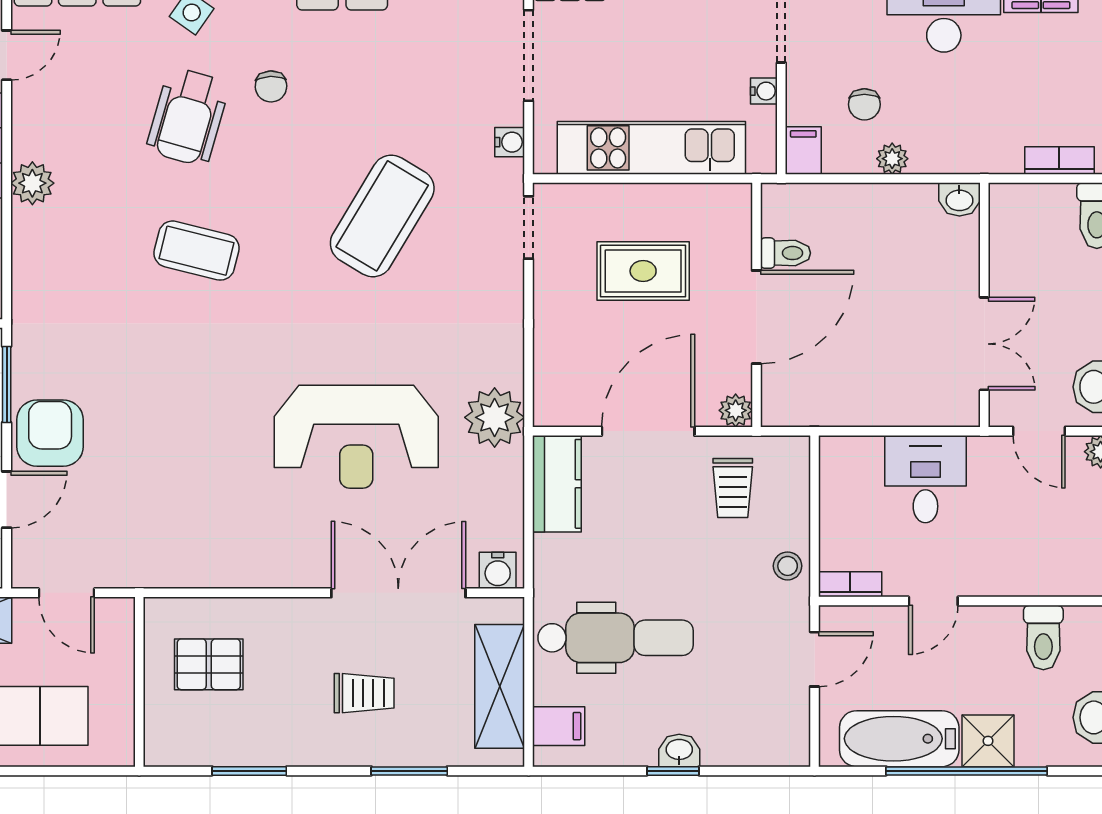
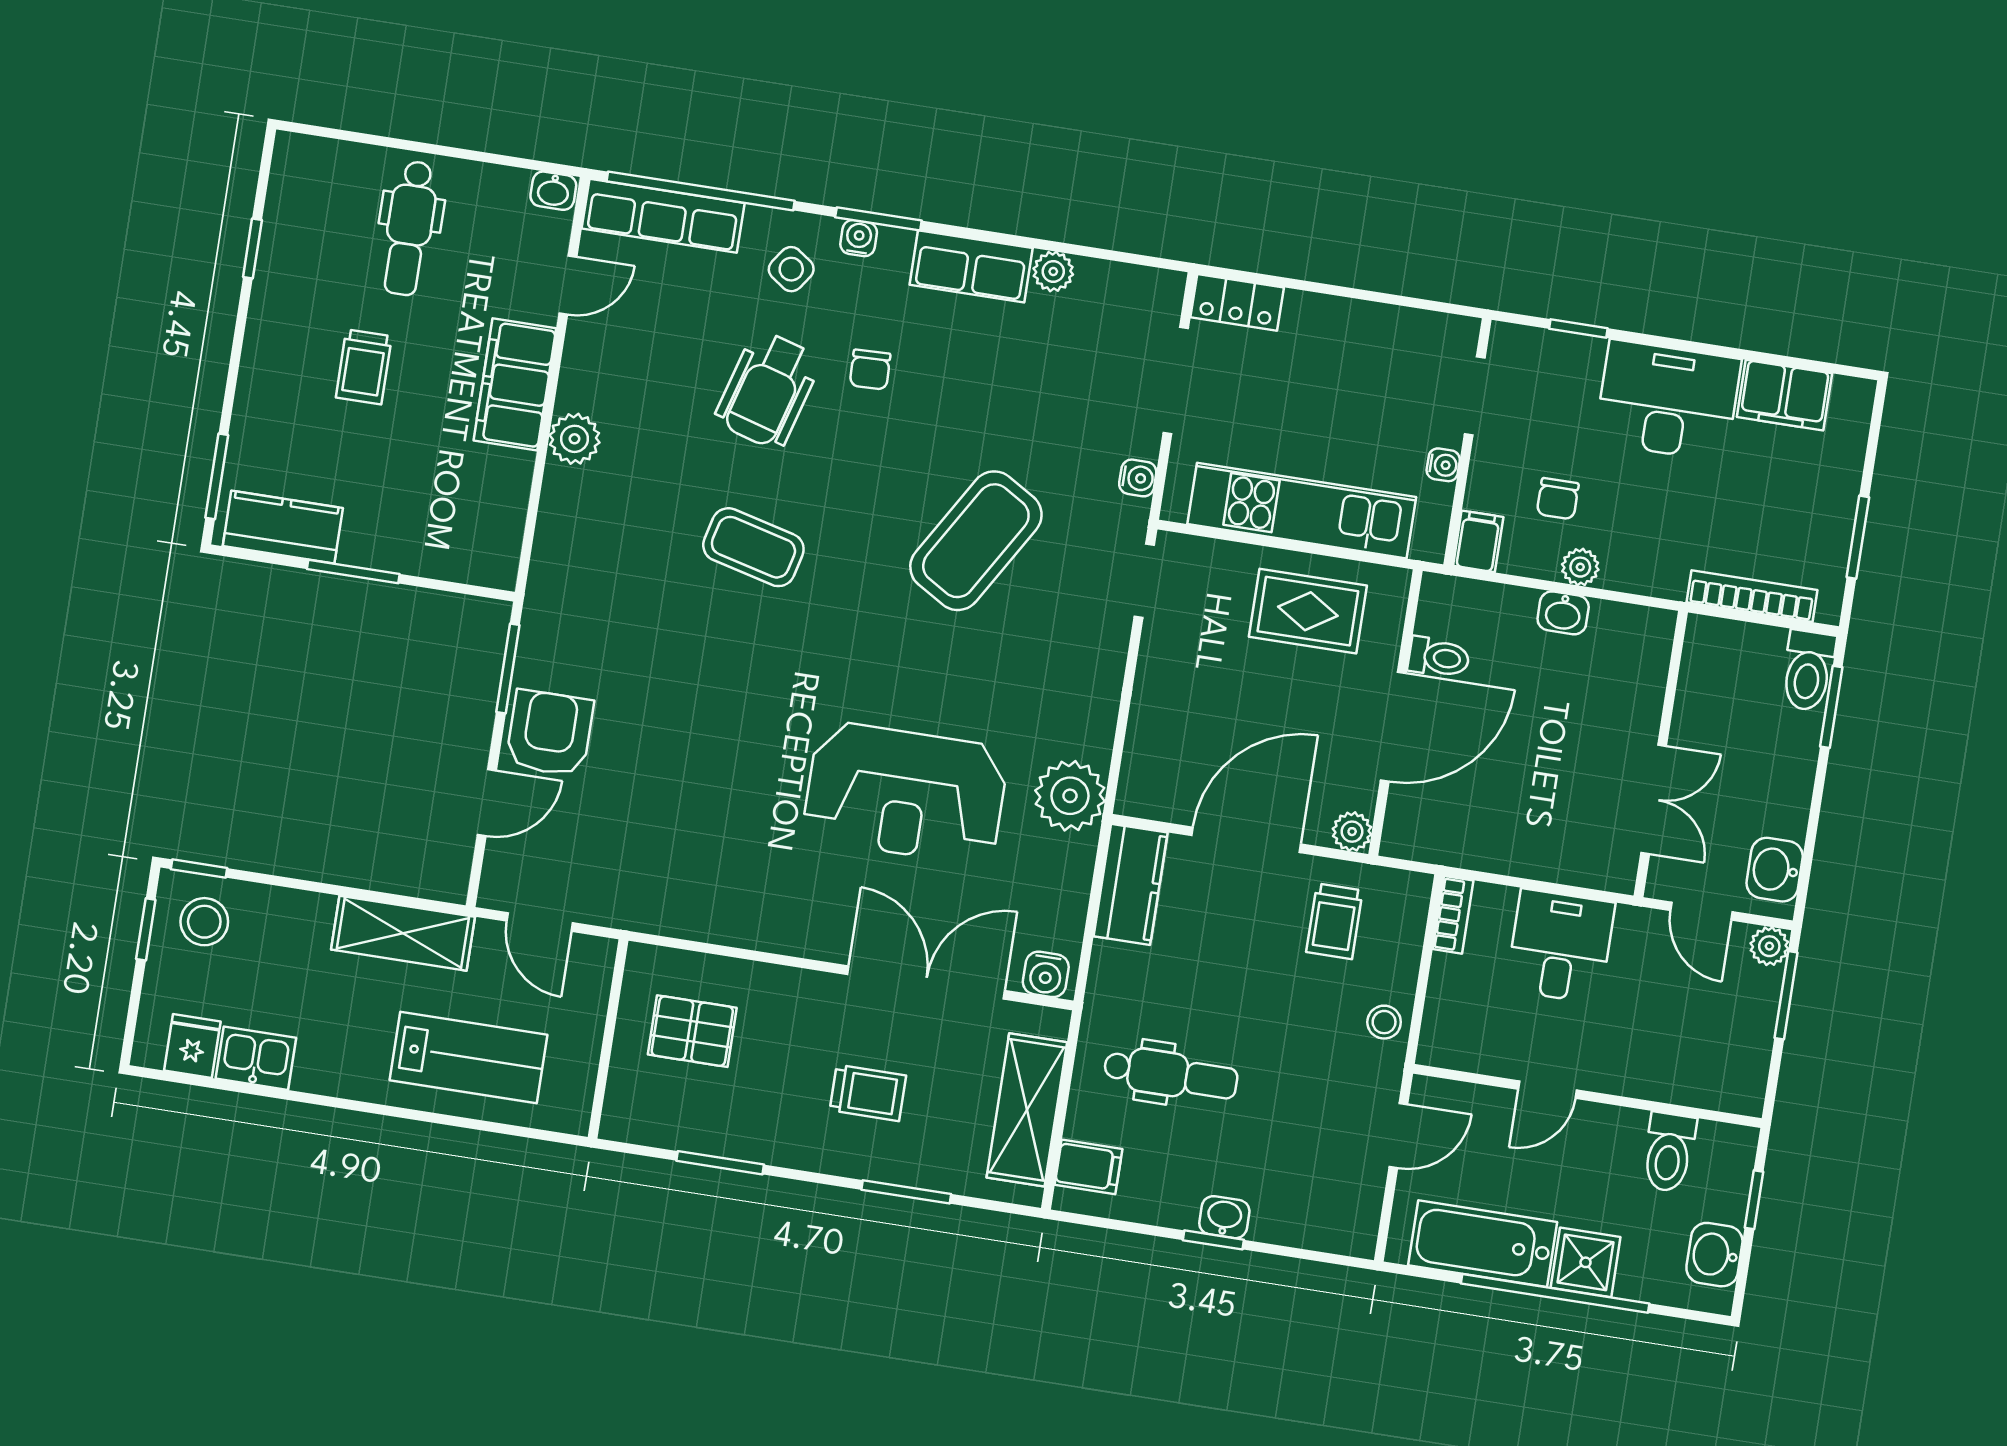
bookcase: (1059, 161) -> (1752, 596), width x1.56
washbasin: (959, 199) -> (1563, 613), moved
rug: (643, 271) -> (1308, 611), moved
bookcase: (850, 584) -> (1453, 915), moved, turned 90
dental chair: (616, 638) -> (1171, 1074), width x0.73, depth x0.72

